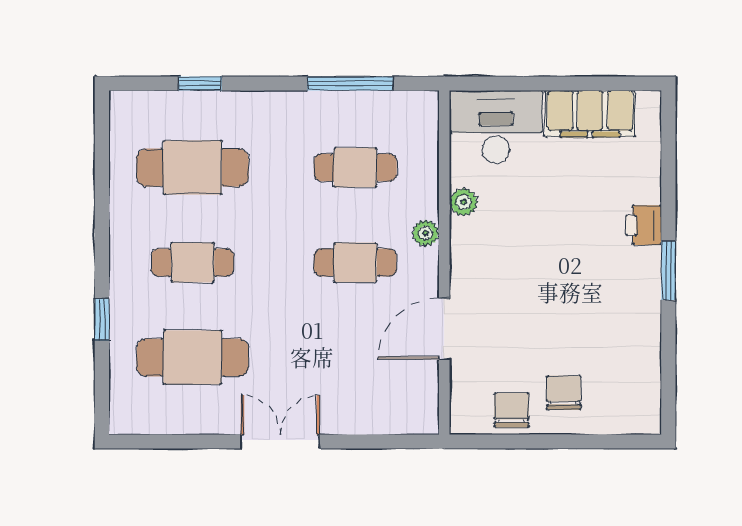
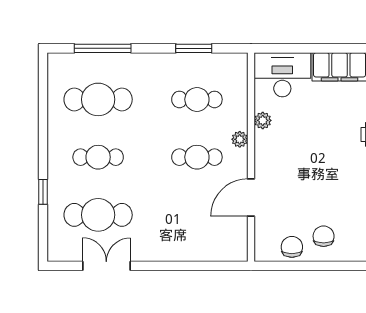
window: (200, 84) -> (103, 48), width x2.17
window: (350, 84) -> (194, 48), width x0.69
double door: (280, 442) -> (106, 266), moved

